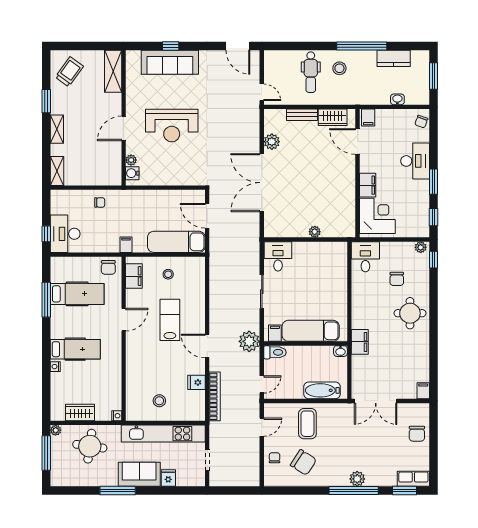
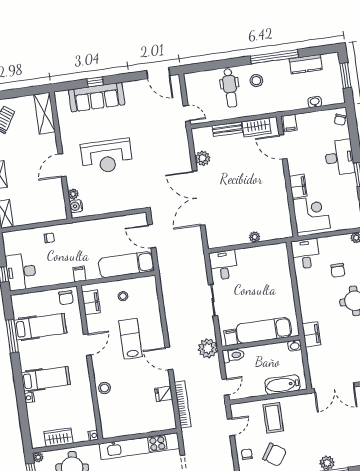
stool: (159, 401) -> (105, 388), moved

